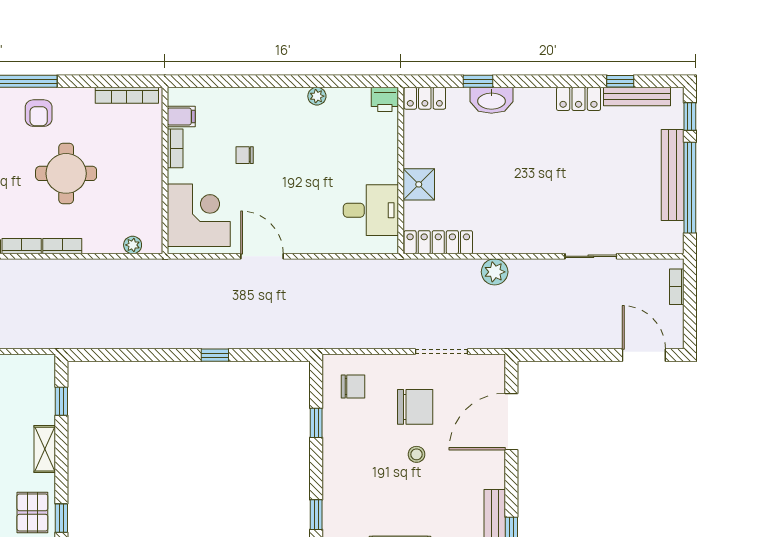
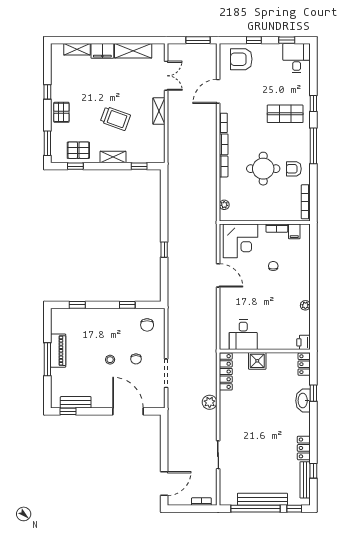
armchair: (39, 113) -> (294, 169), moved
door: (262, 256) -> (218, 275), hinge flipped
chair: (415, 407) -> (136, 359), width x0.54, depth x0.54

